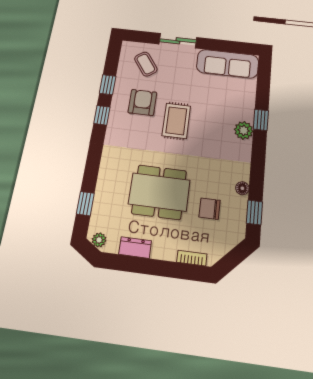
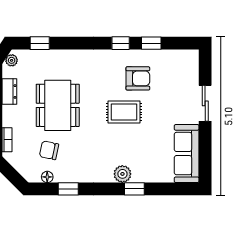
coffee table: (146, 64) -> (177, 76), removed
floor lamp: (242, 188) -> (47, 177), moved
chair: (210, 209) -> (49, 150), turned -78
window: (254, 212) -> (68, 189), moved

